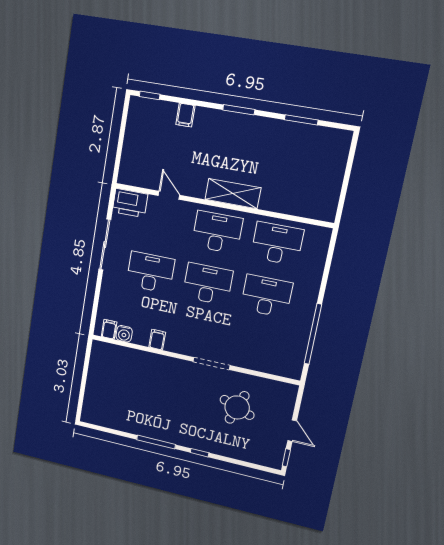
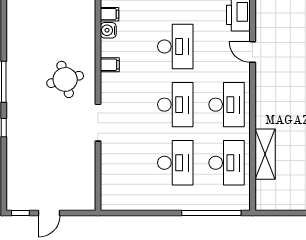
shelving: (233, 194) -> (265, 154), moved
door: (169, 195) -> (253, 52), swing flipped
window: (313, 334) -> (211, 213), moved
round table: (237, 407) -> (65, 79), moved, turned -35

